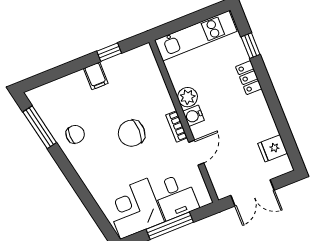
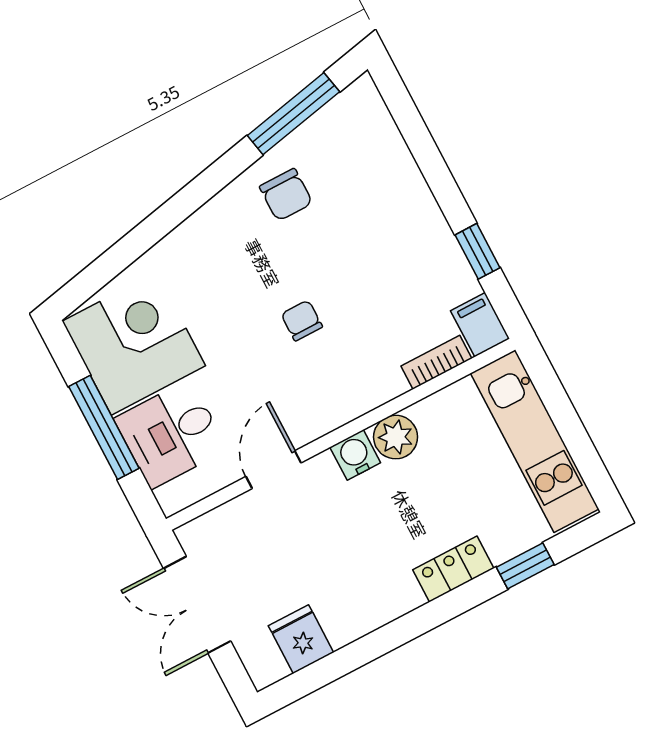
filing cabinet: (96, 76) -> (480, 325), moved, turned 90
bookcase: (177, 126) -> (436, 362), moved
chair: (132, 133) -> (302, 320), width x0.54, depth x0.54
door: (196, 153) -> (274, 470), swing flipped

